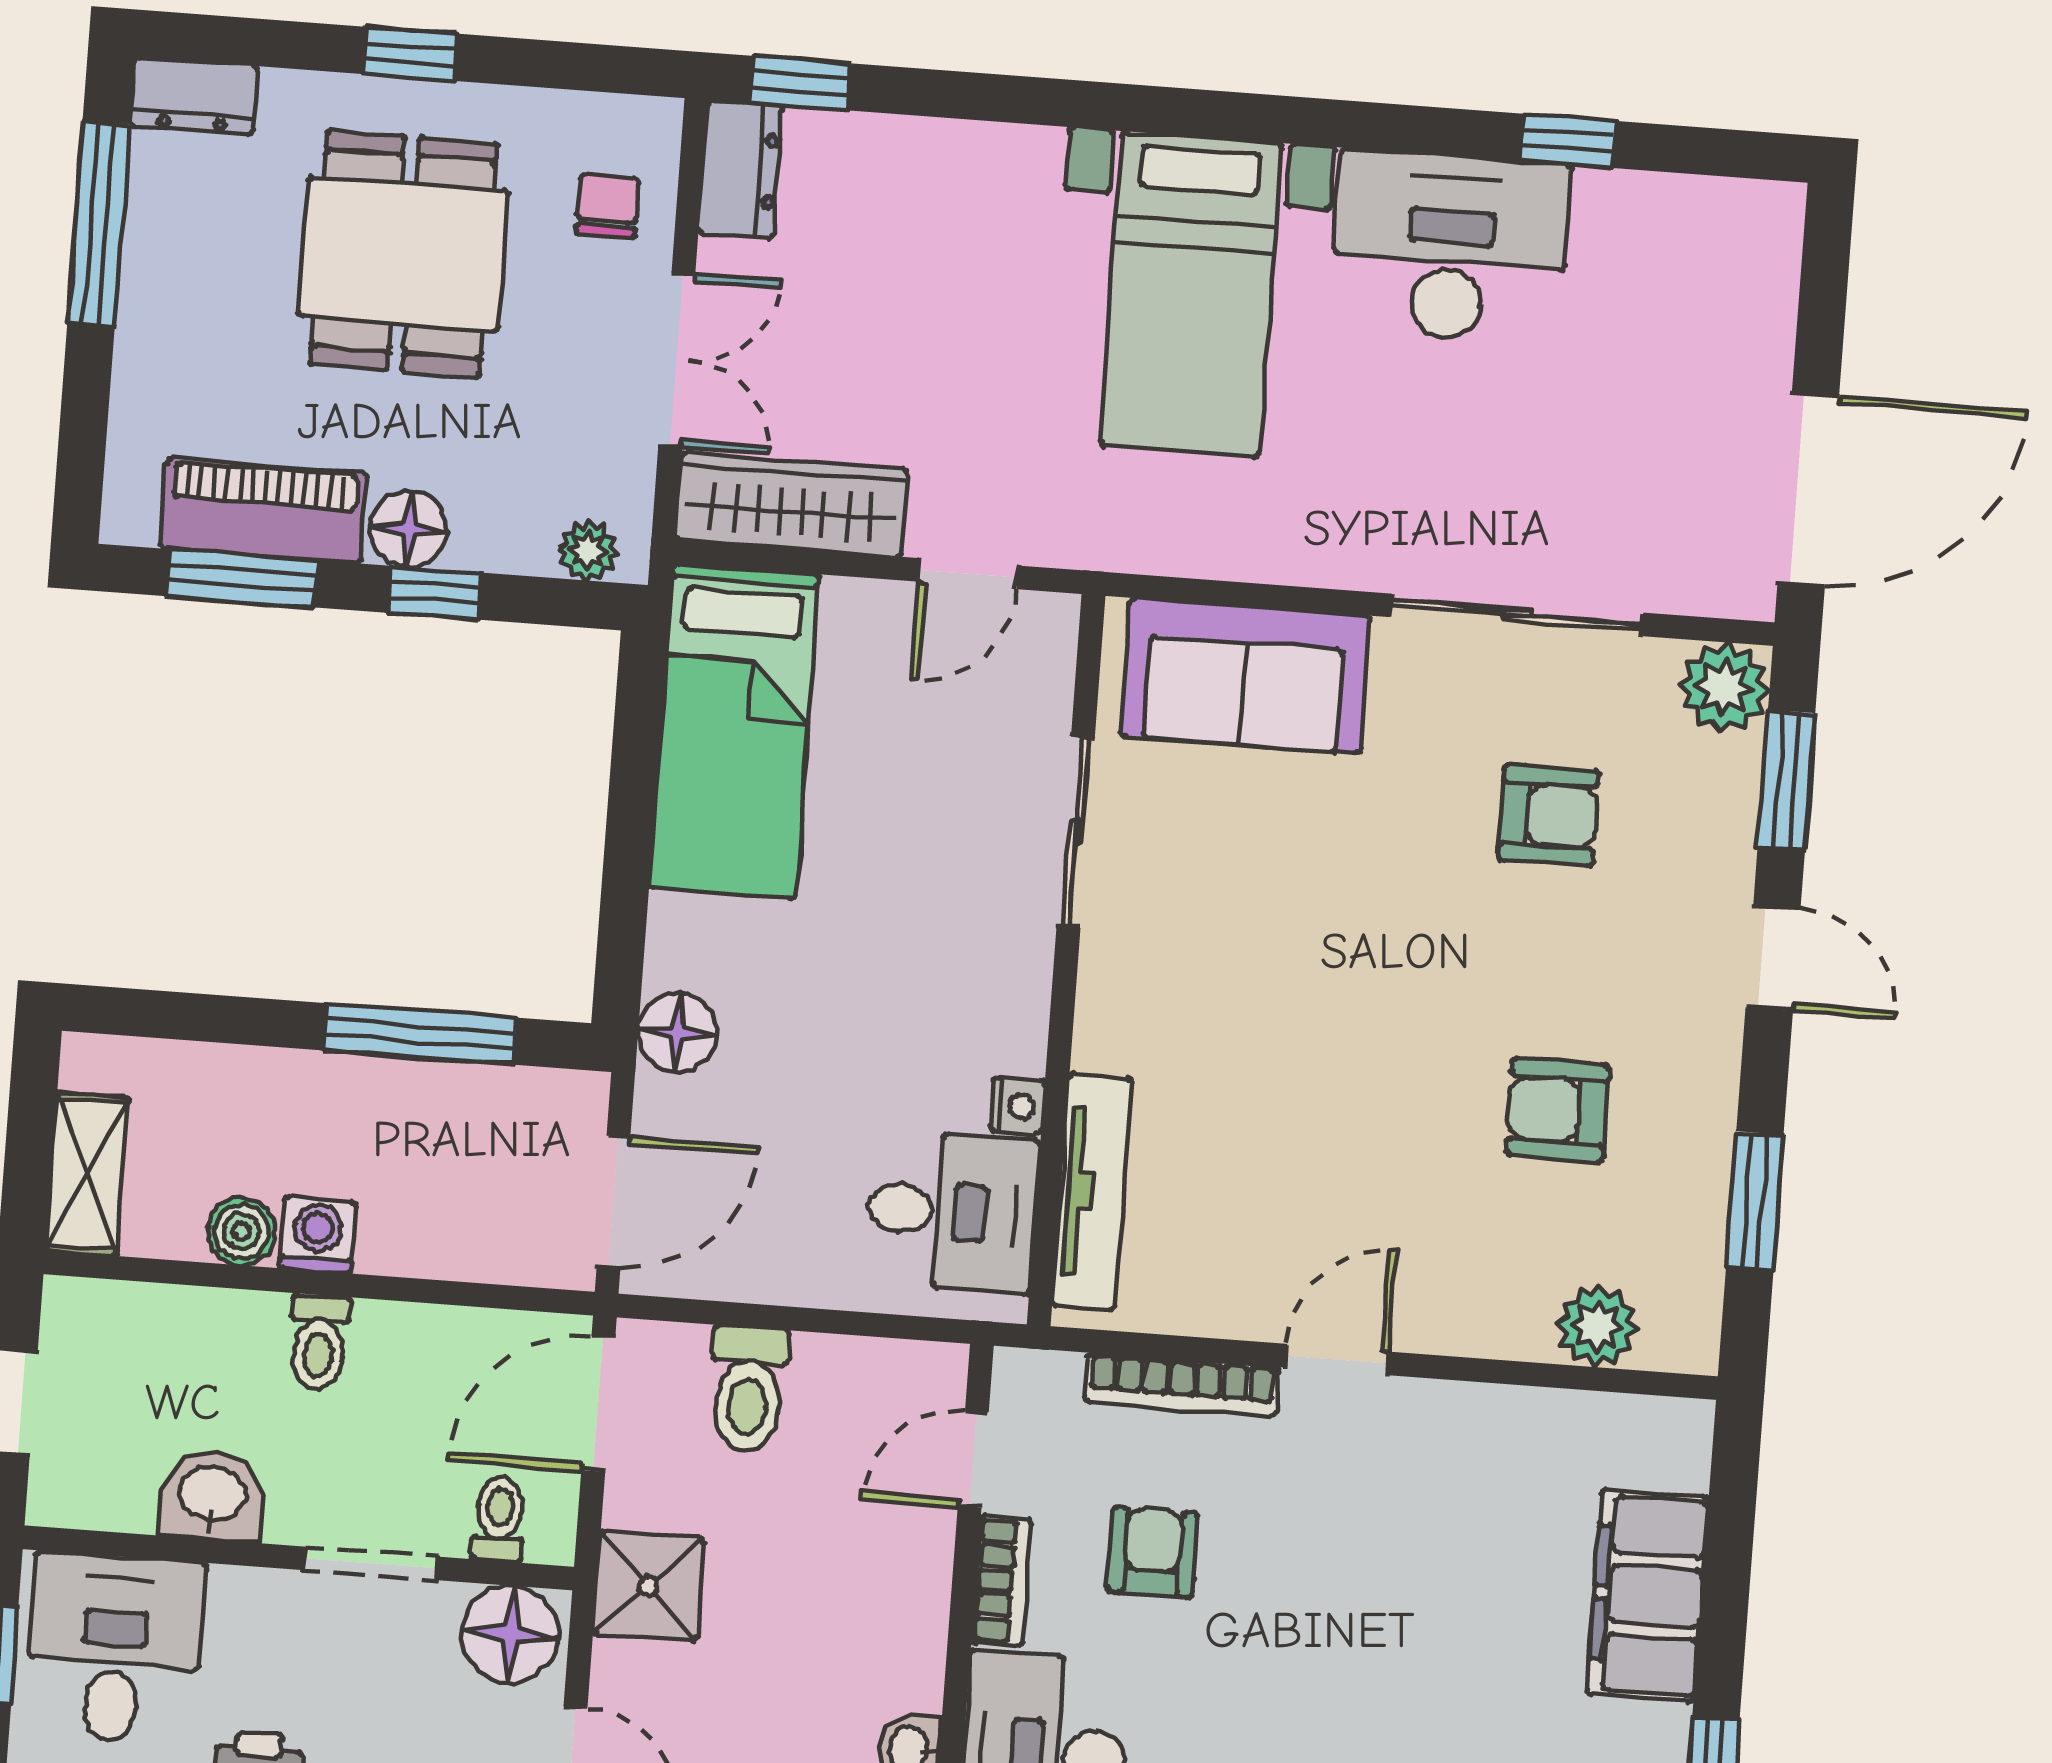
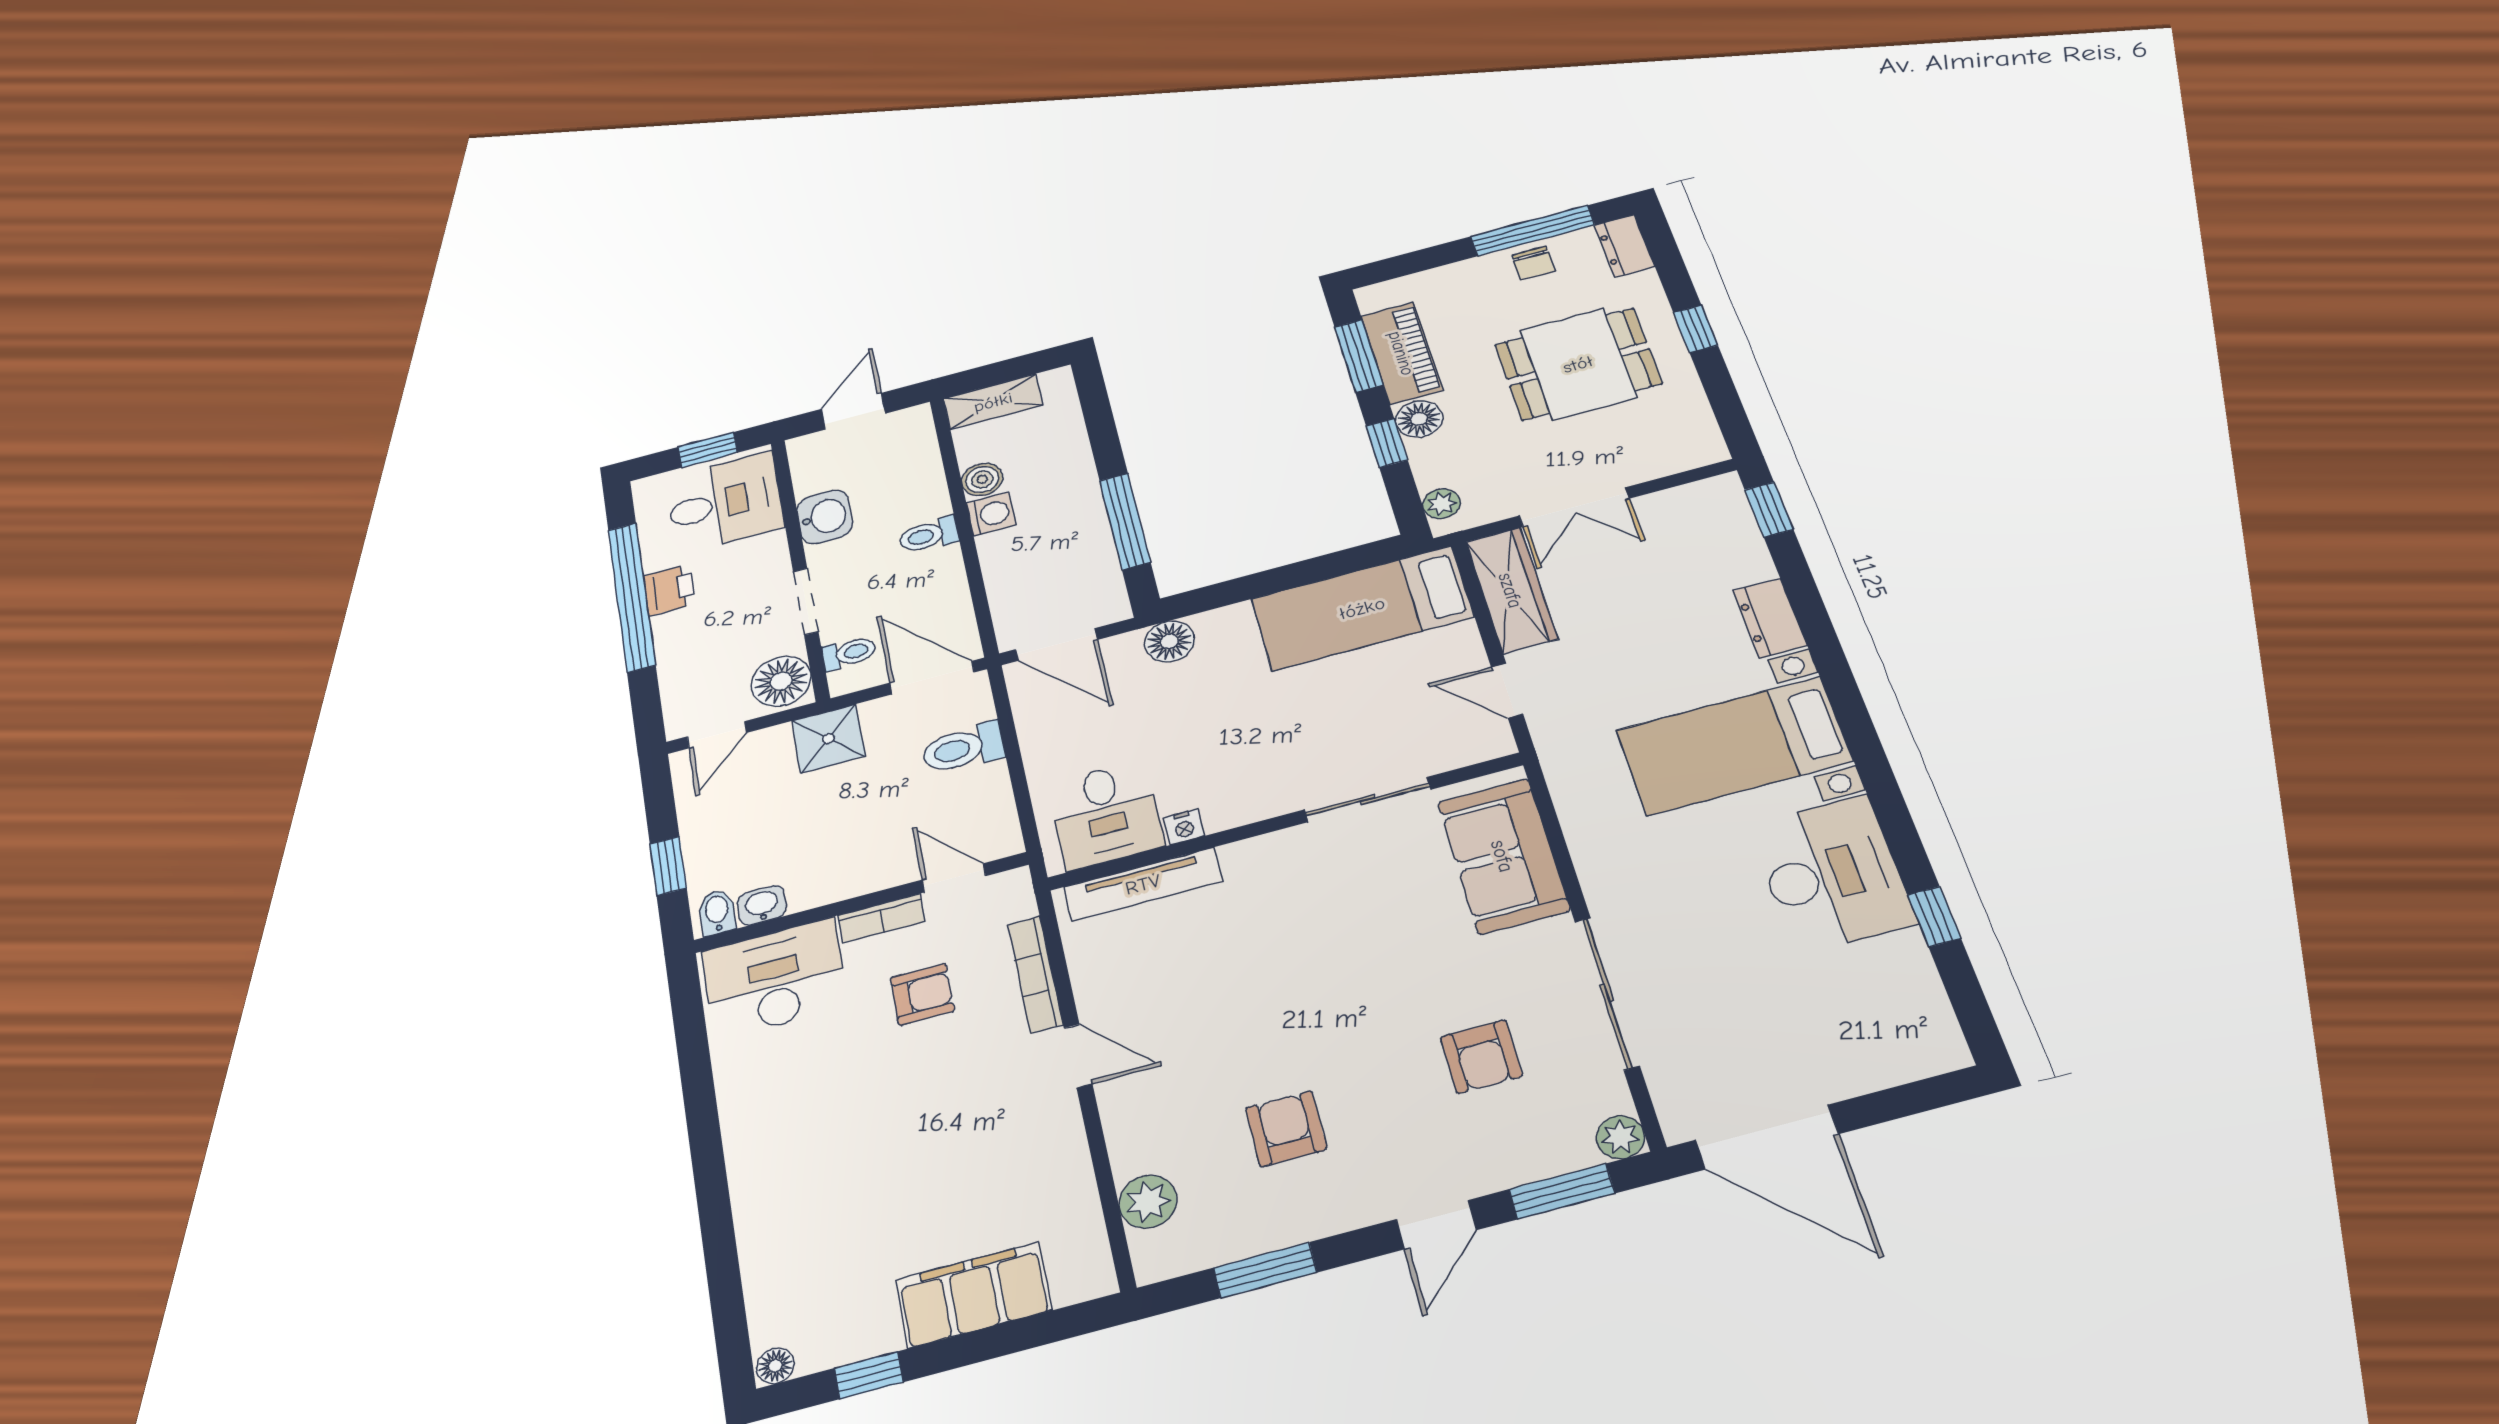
dresser: (741, 169) -> (1770, 618), moved, turned 90
chair: (608, 206) -> (1534, 263), moved, turned 90
plant: (1724, 688) -> (1620, 1137), width x0.73, depth x0.73

